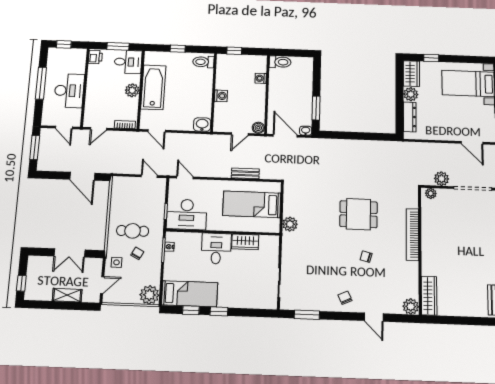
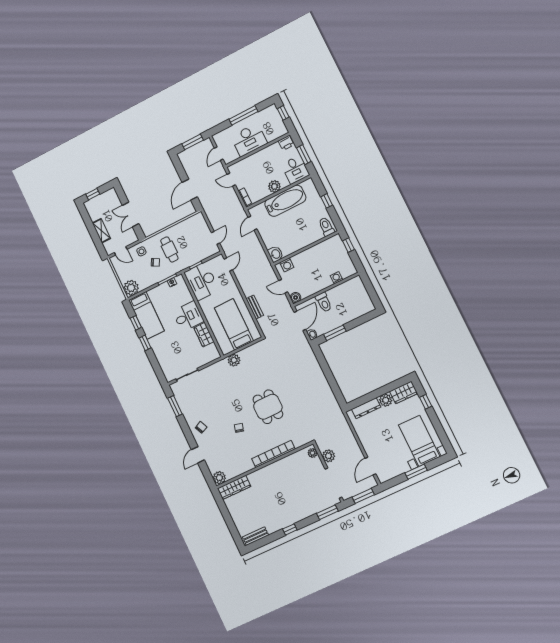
toilet: (280, 62) -> (324, 302), moved
washing machine: (221, 96) -> (287, 265), moved

